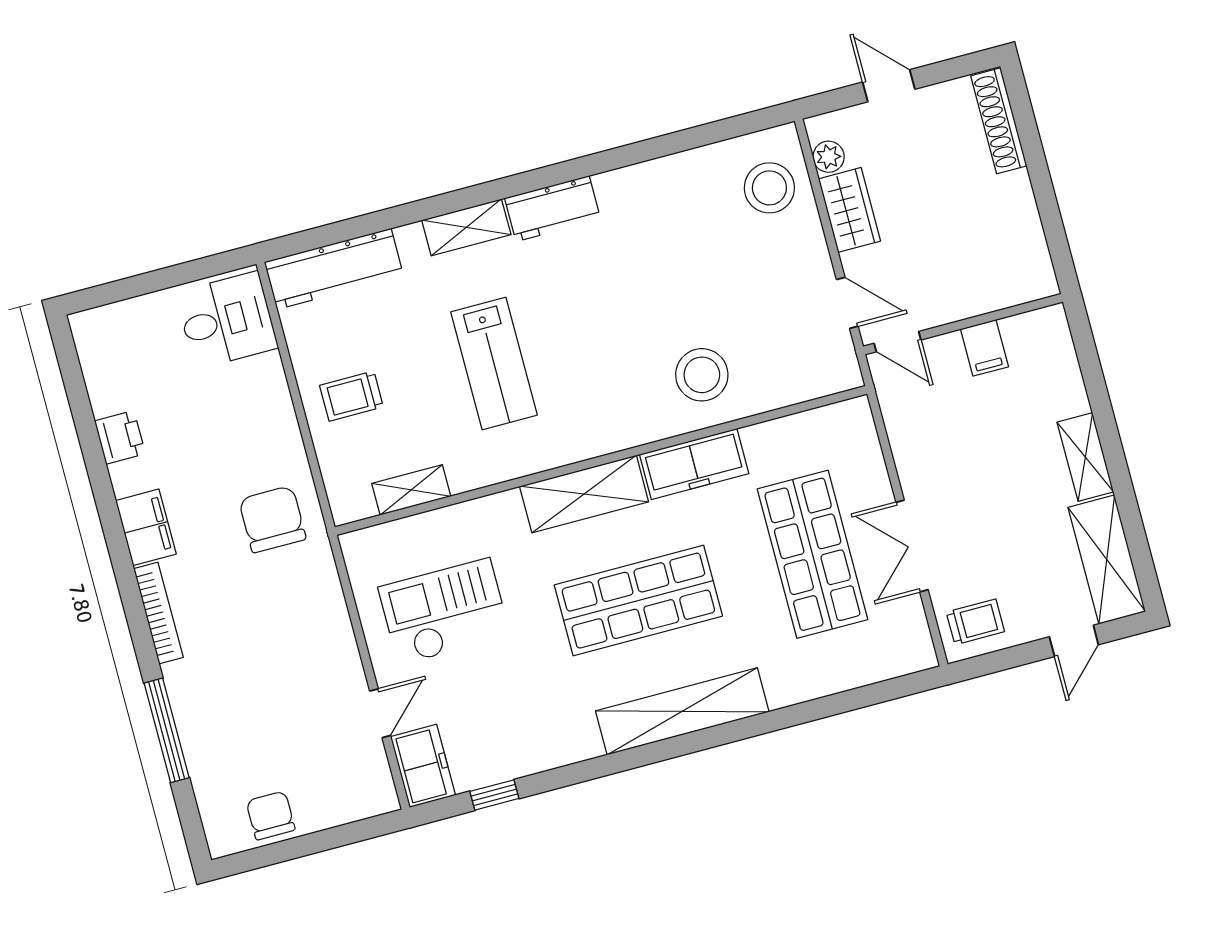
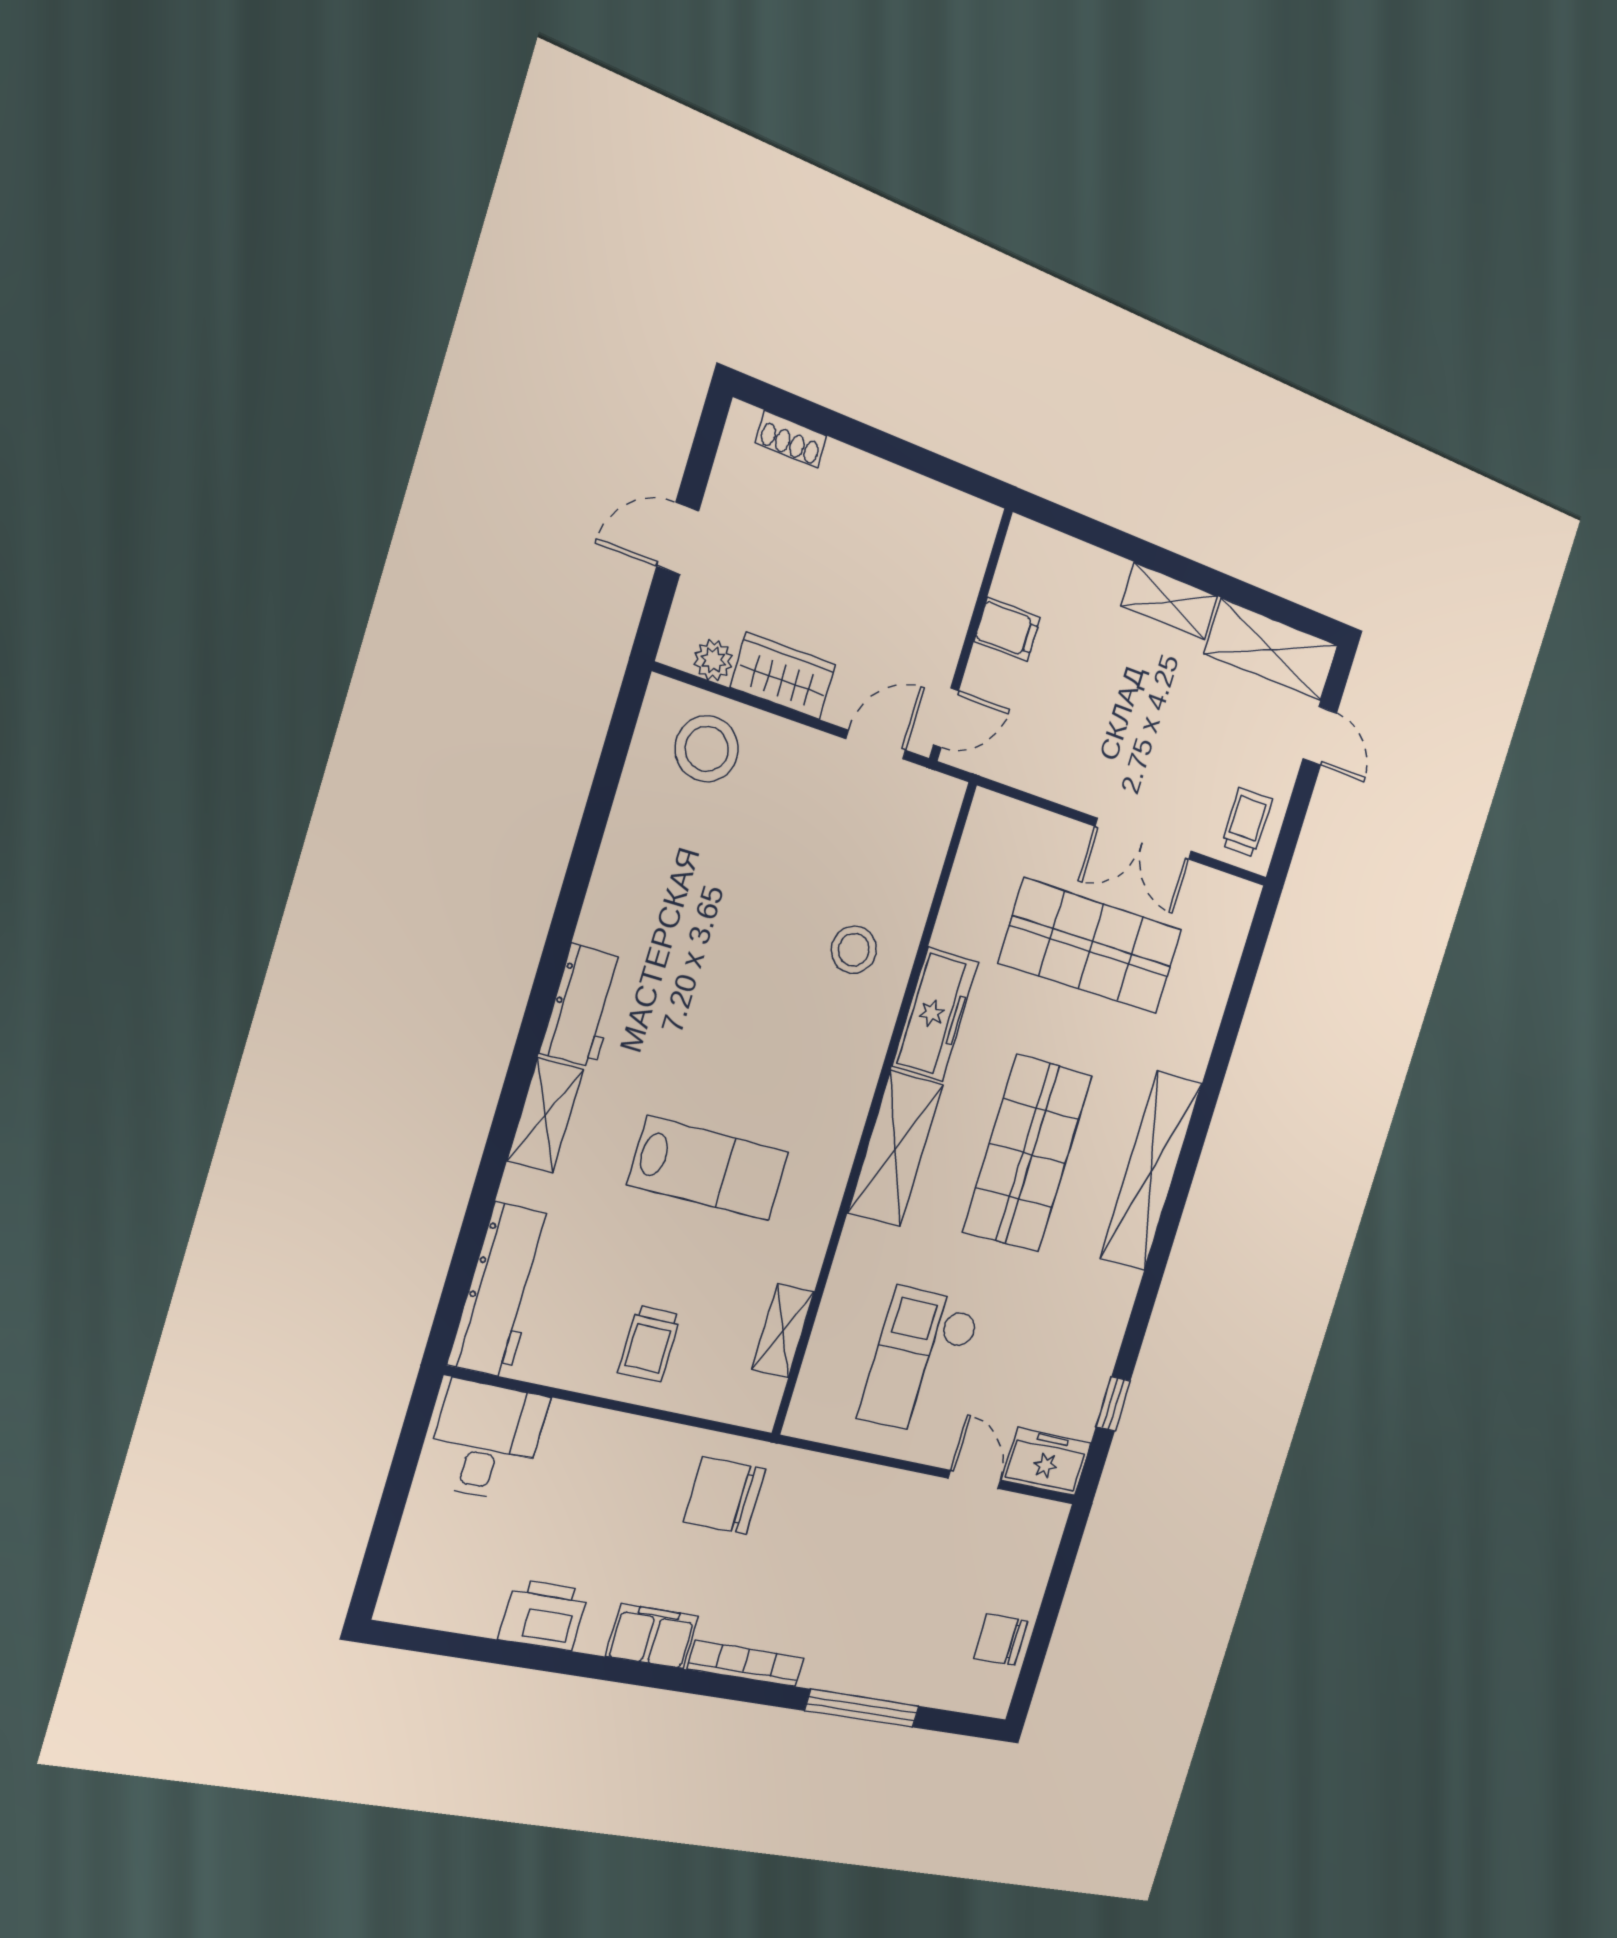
shoe rack: (999, 121) -> (791, 439), width x0.51, depth x0.81
stool: (702, 375) -> (854, 950), width x0.73, depth x0.73
printer: (120, 437) -> (544, 1615), width x1.36, depth x1.24

